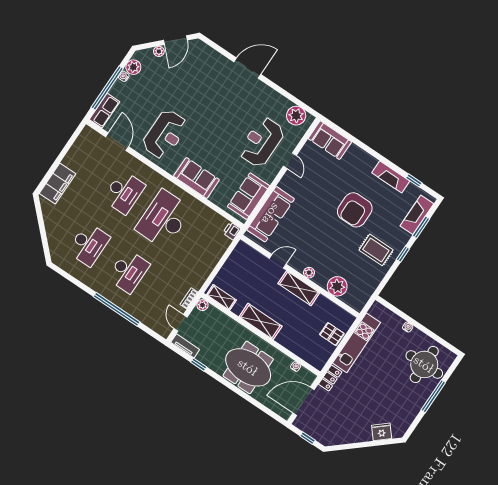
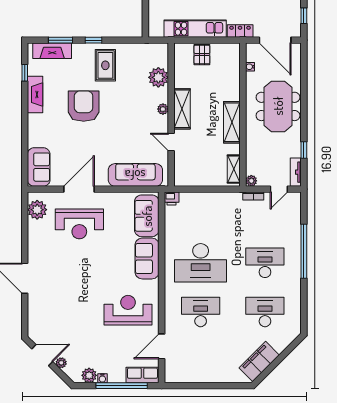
door: (290, 161) -> (79, 189), width x1.87
filing cabinet: (57, 184) -> (259, 361), moved, turned -45
sofa: (248, 196) -> (147, 216), moved, turned 90
armchair: (355, 210) -> (84, 106), turned -90

